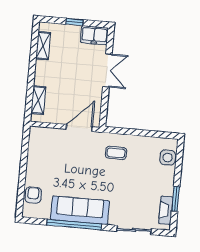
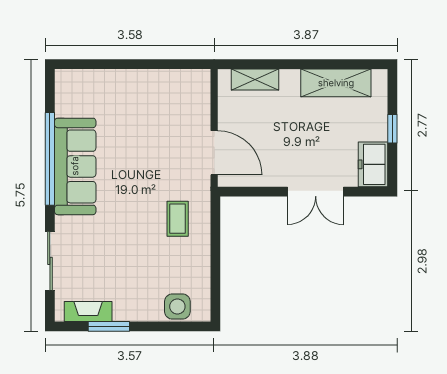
shelving: (43, 46) -> (336, 83), width x1.50, depth x1.33
armchair: (33, 195) -> (94, 85), removed

